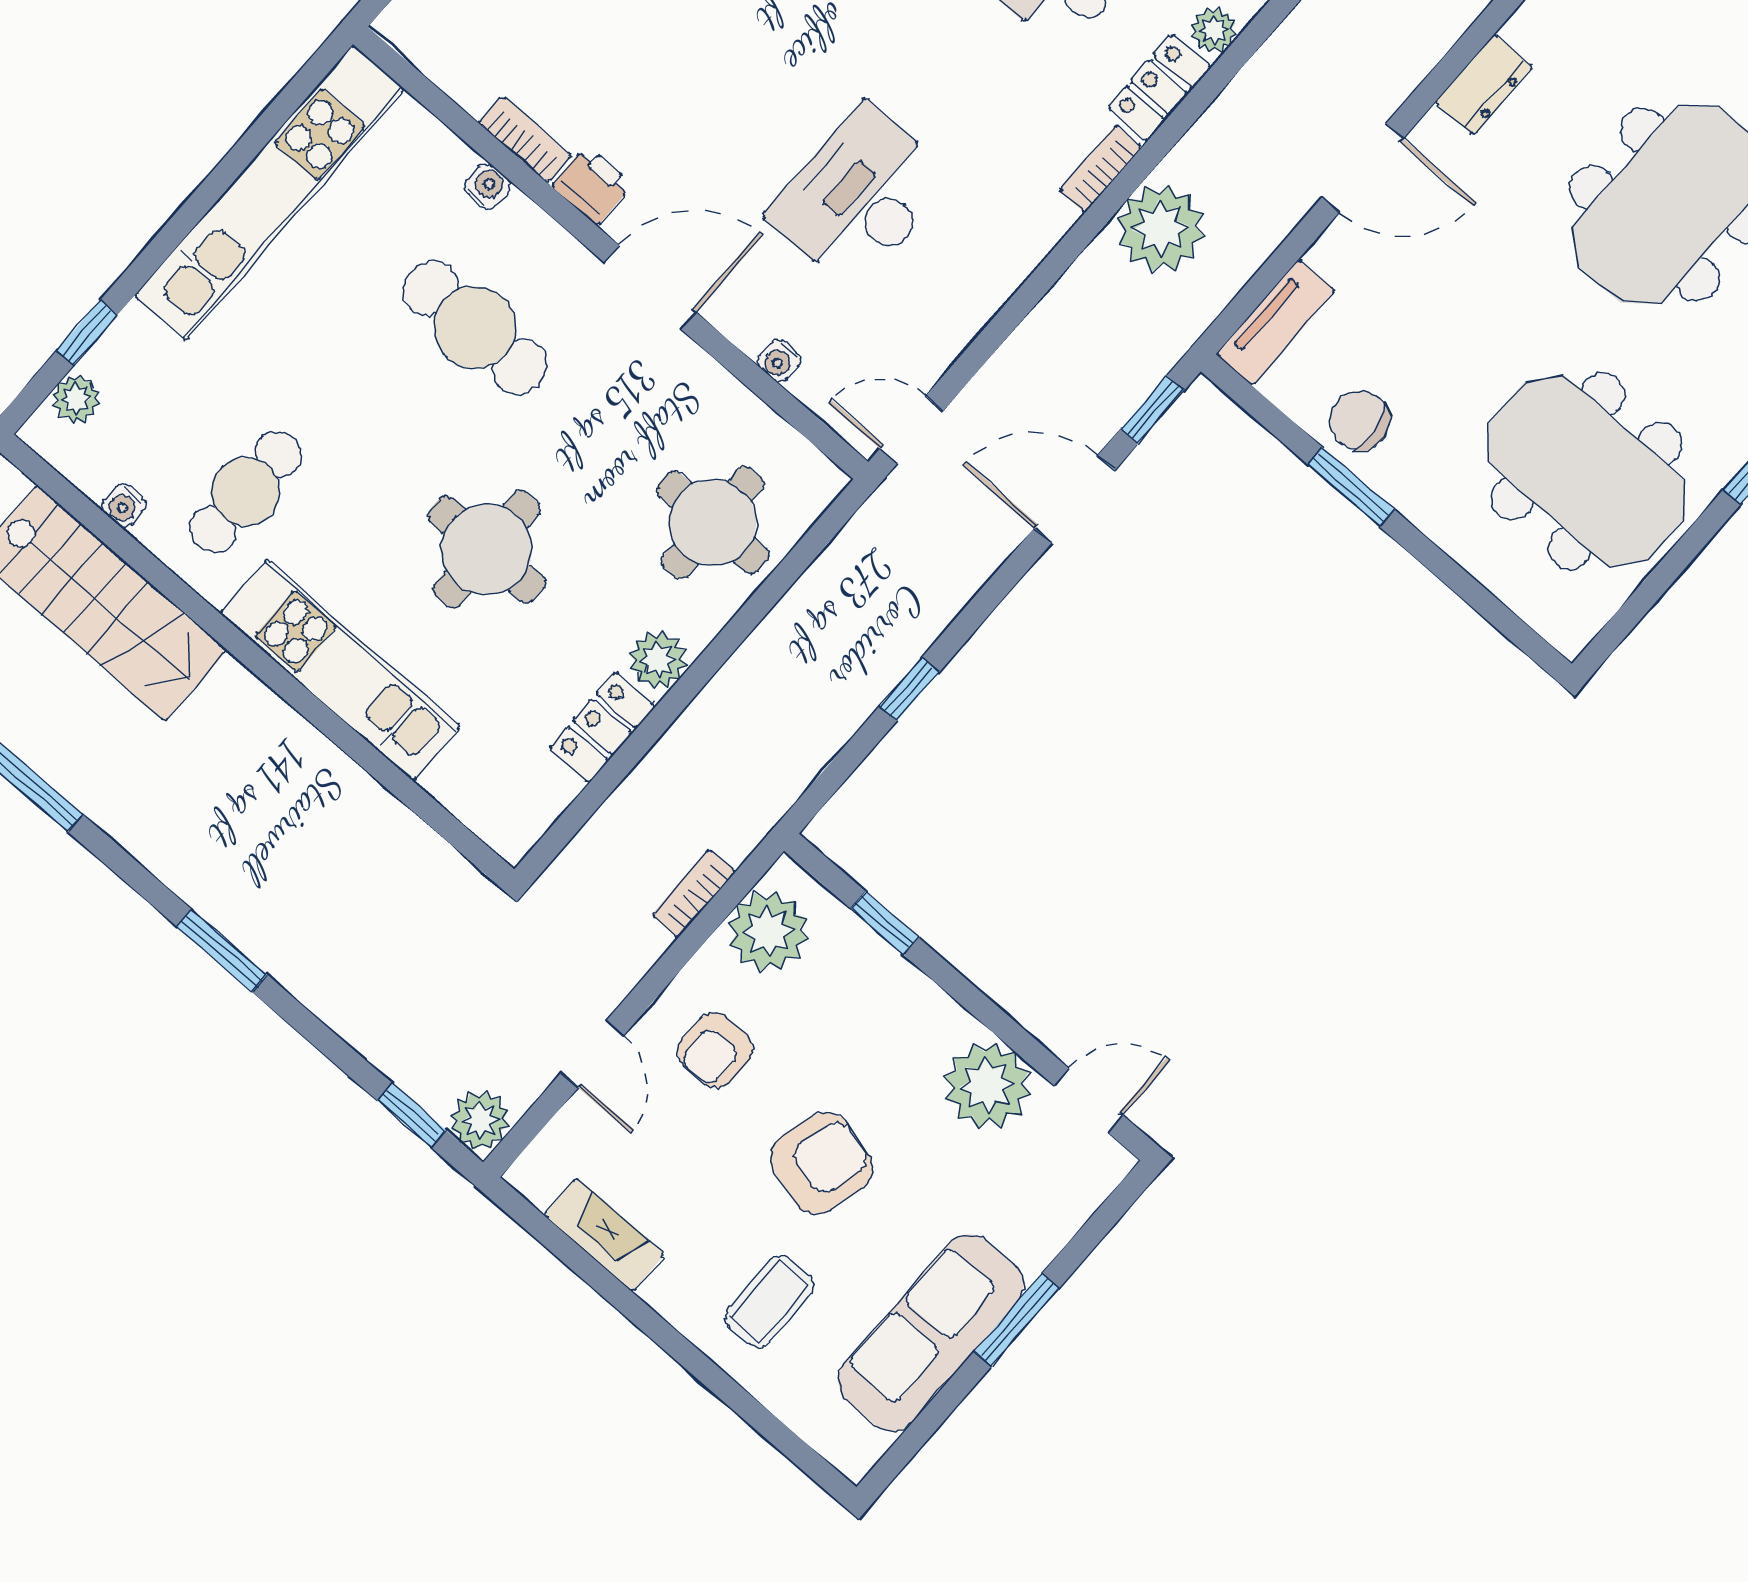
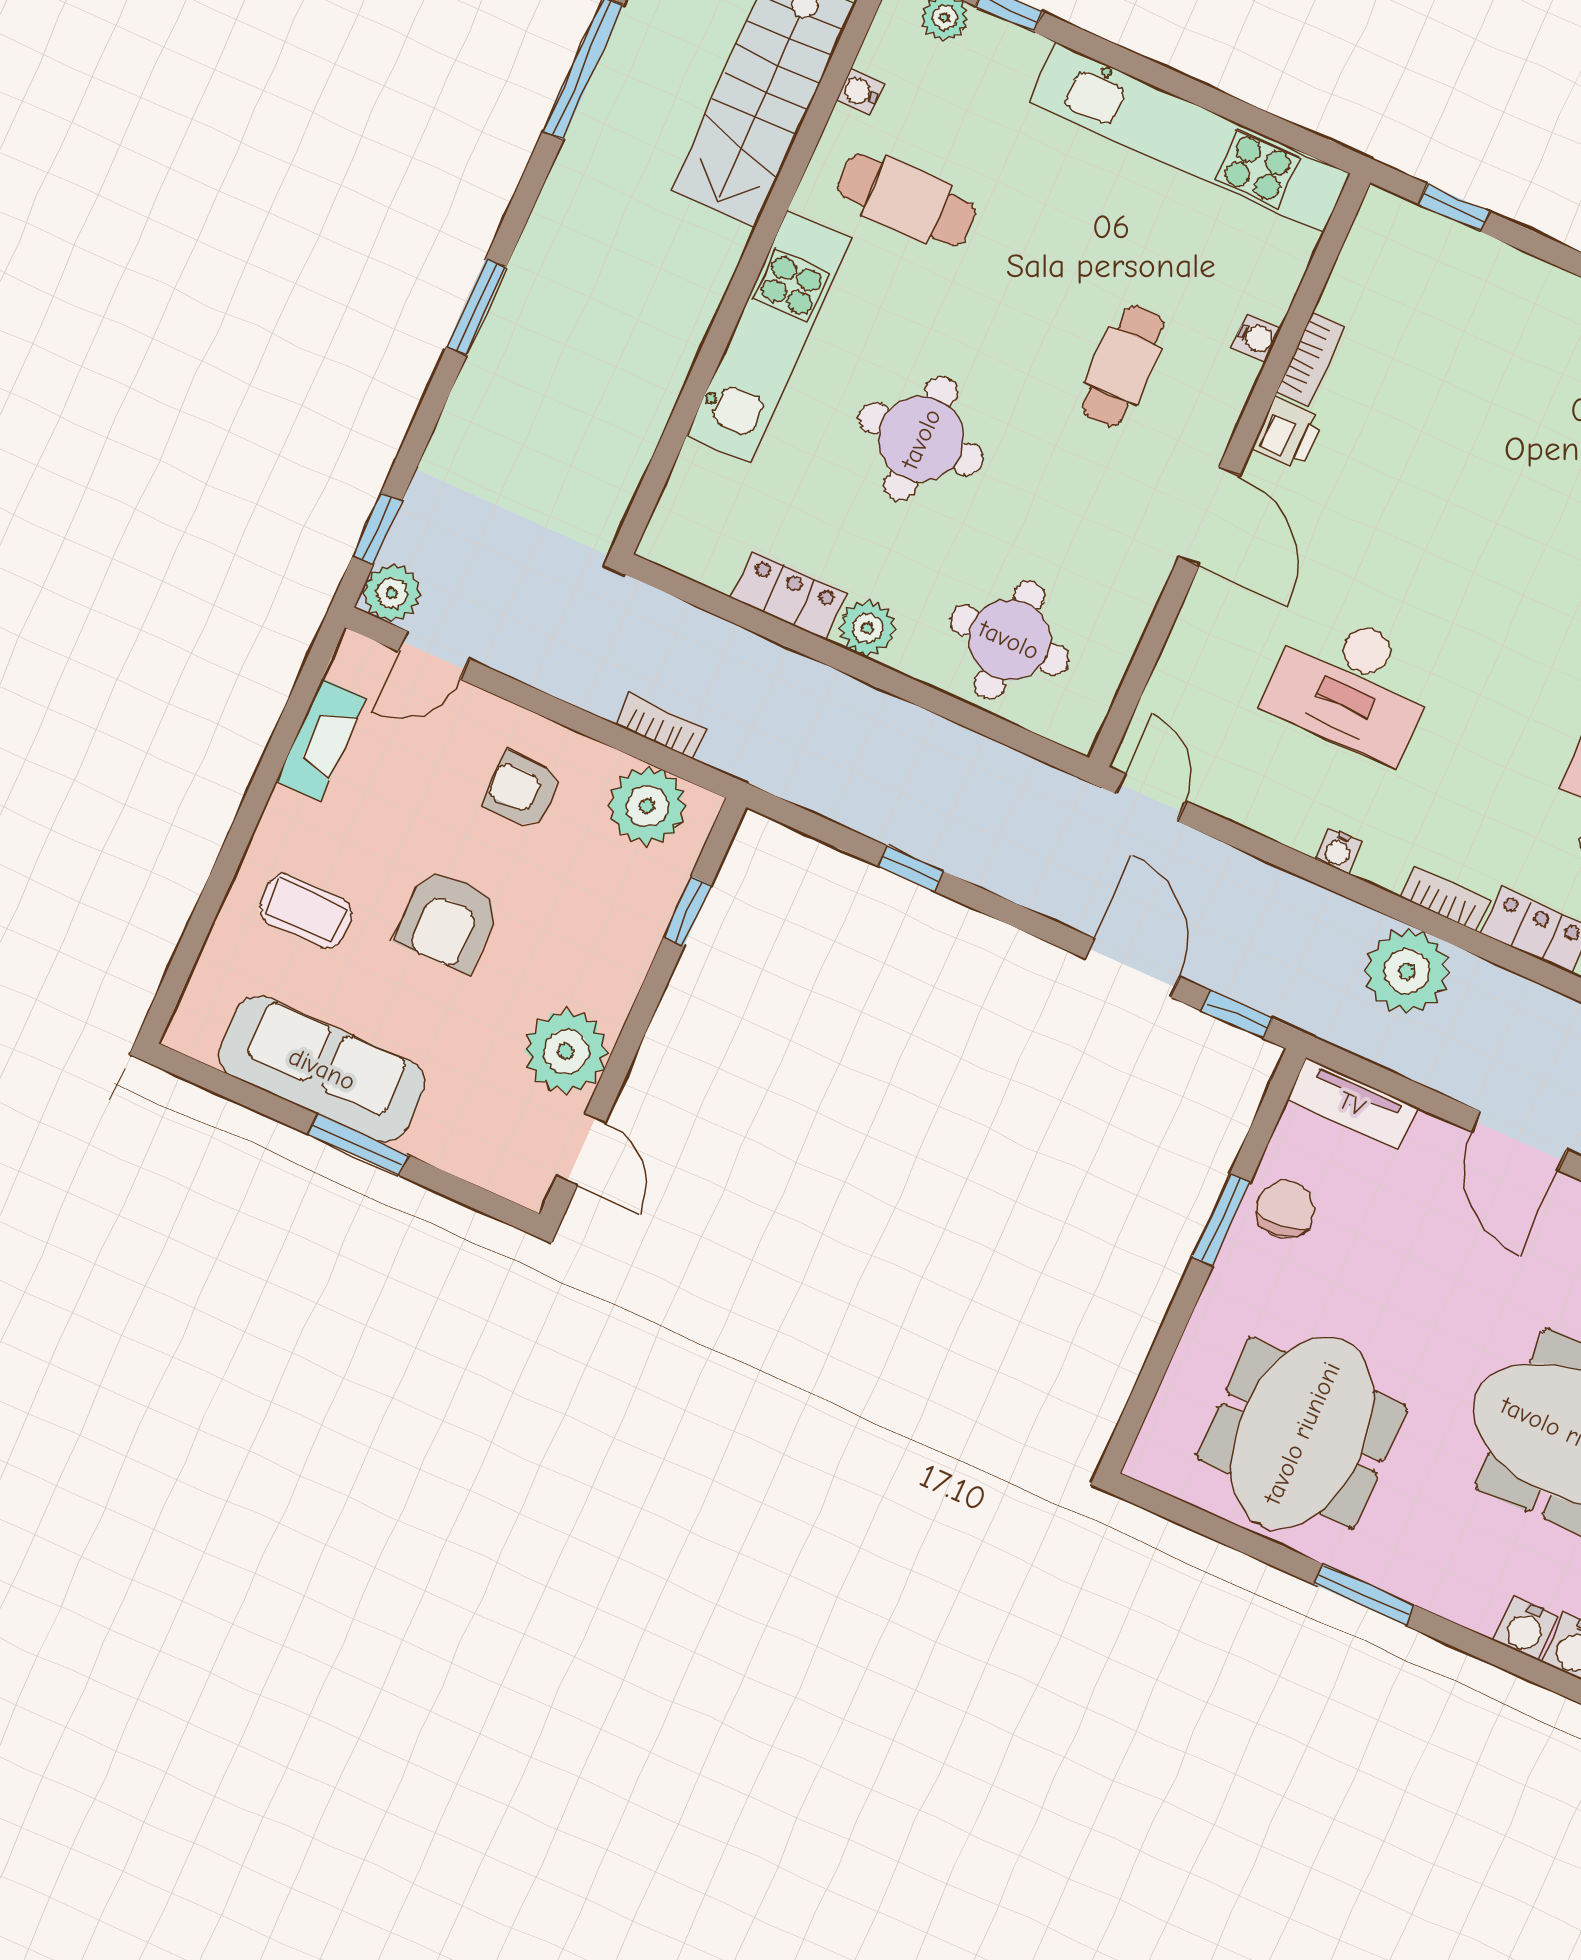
desk: (860, 197) -> (1351, 685), turned 180
cafe table: (475, 327) -> (1123, 366), width x0.73, depth x0.74
water cooler: (779, 361) -> (1338, 851), moved, turned -90
door: (592, 1054) -> (434, 655), moved
armchair: (821, 1163) -> (448, 920), turned 75

